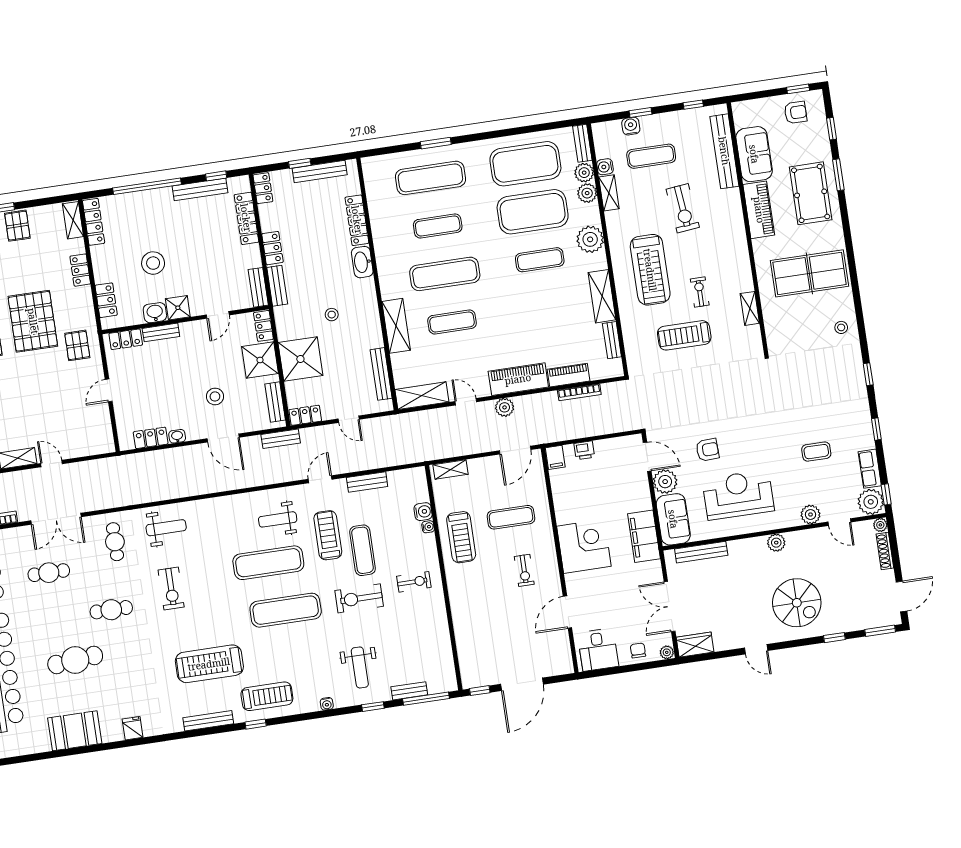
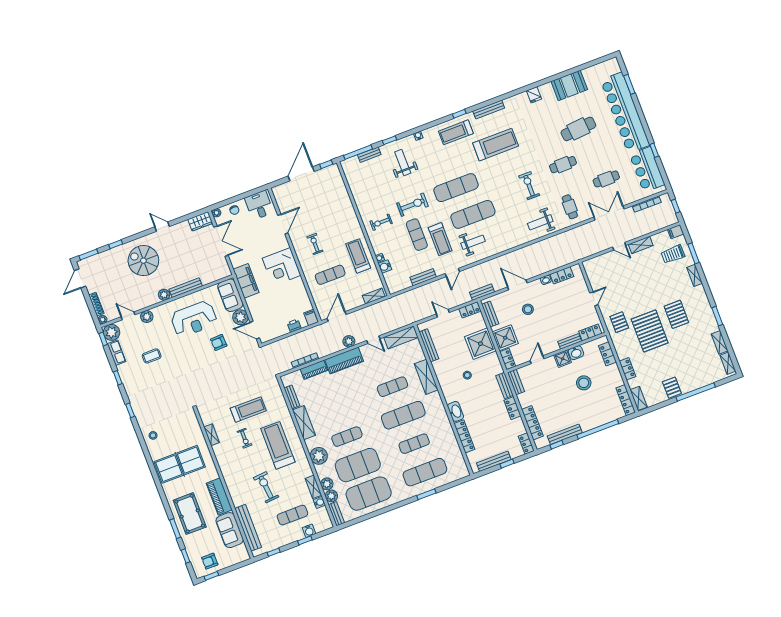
bench: (701, 552) -> (186, 288), moved

